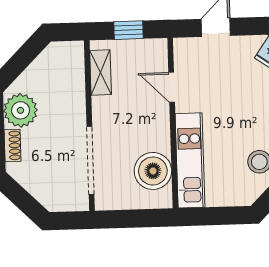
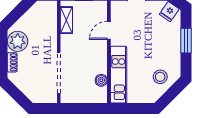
door: (172, 87) -> (109, 30), hinge flipped
boiler: (153, 171) -> (101, 80), width x0.54, depth x0.54

